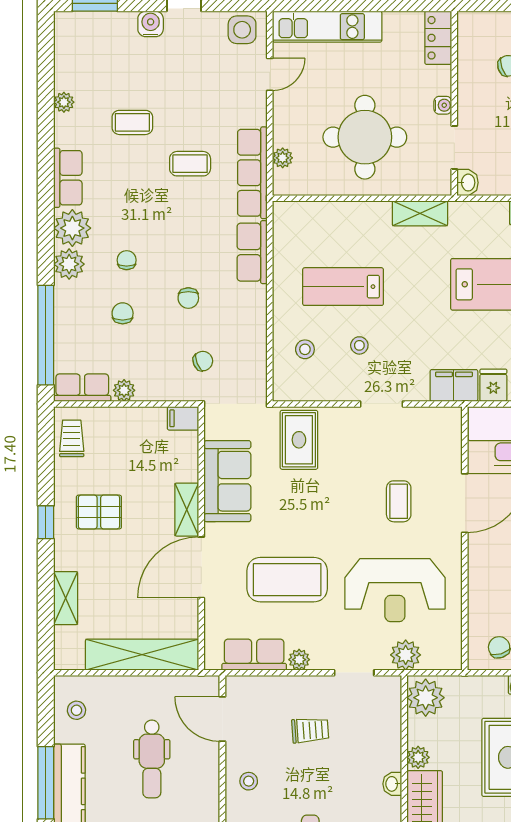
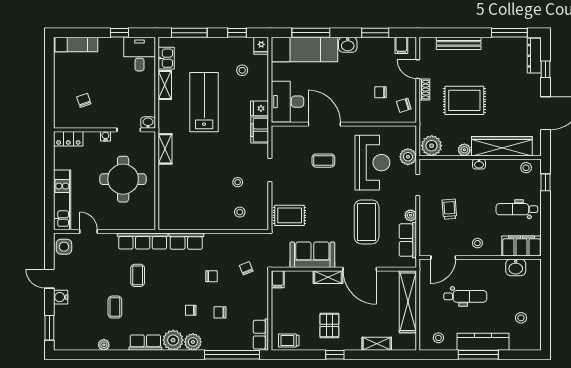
plant: (283, 158) -> (134, 224), removed
lab bench: (343, 287) -> (205, 191), removed
plant: (124, 390) -> (262, 312), removed

